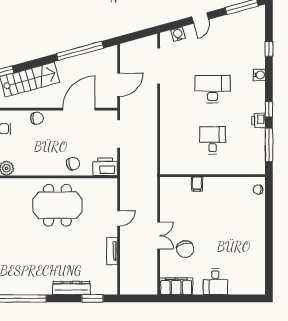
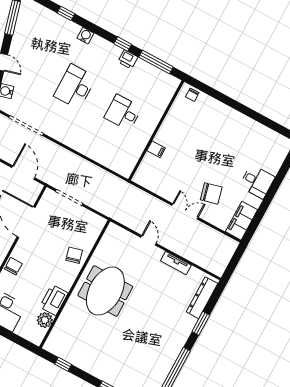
printer: (105, 167) -> (54, 300), moved
dresser: (71, 288) -> (202, 298), moved
window: (92, 298) -> (201, 323), moved

